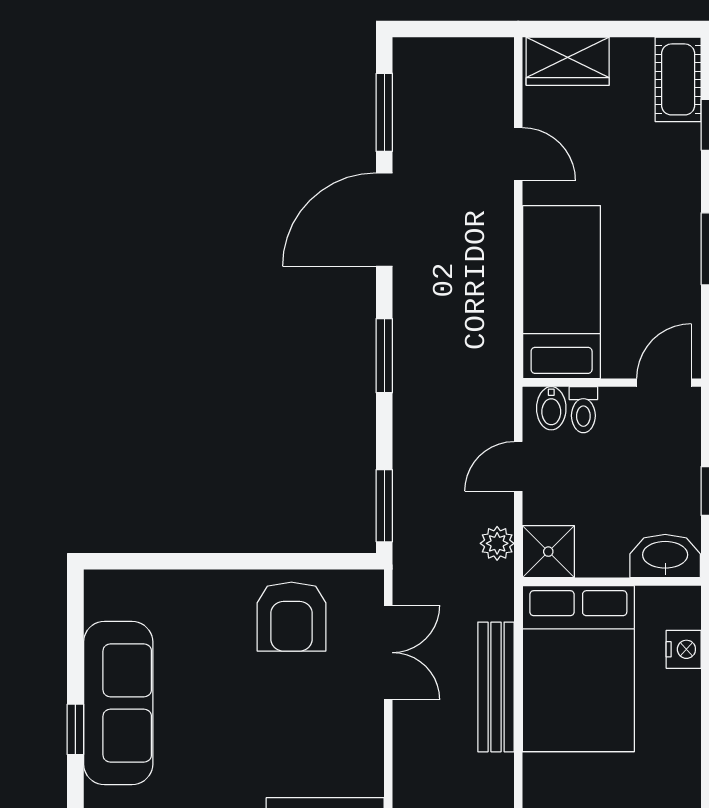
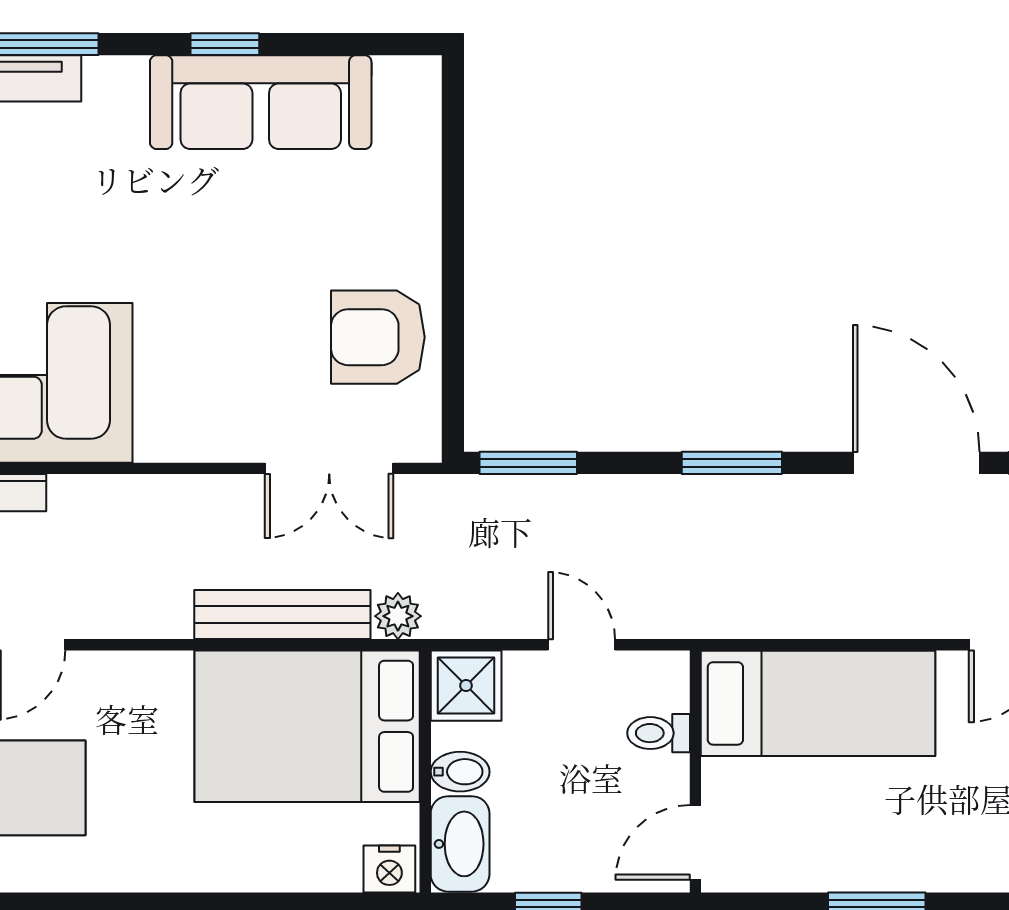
door: (664, 383) -> (695, 842), swing flipped
bidet: (551, 408) -> (460, 772), moved, turned 180
plant: (497, 543) -> (398, 616), moved
nightstand: (684, 649) -> (389, 869), moved

